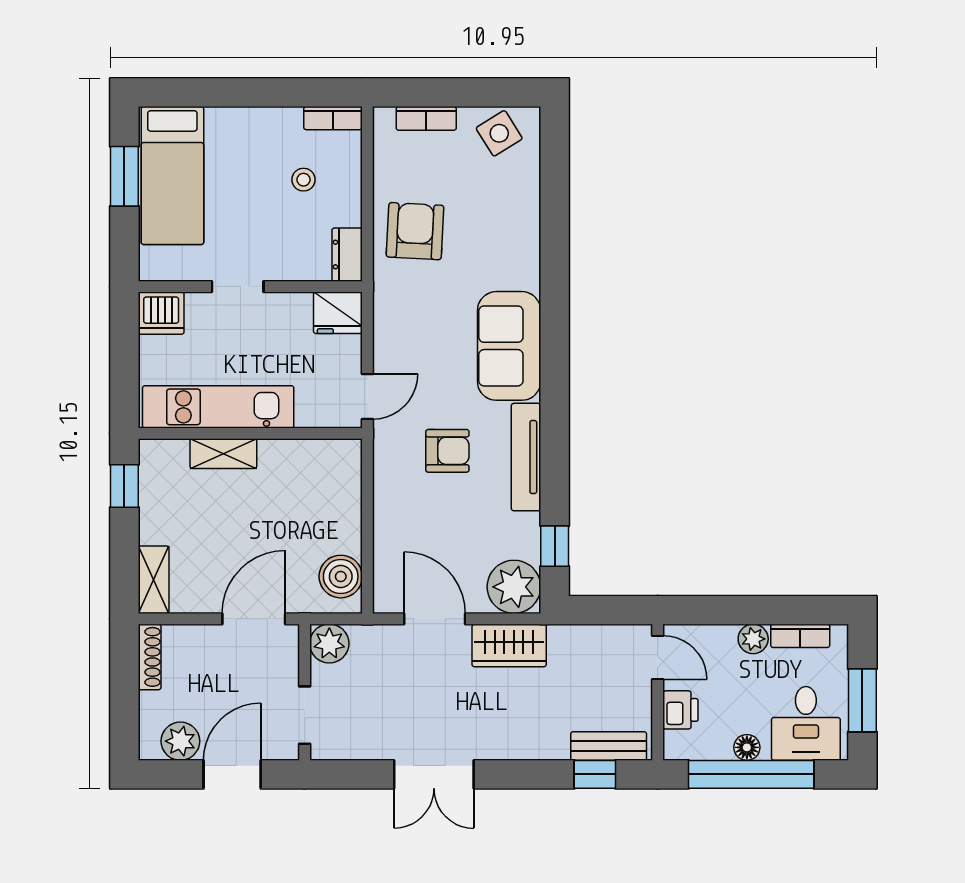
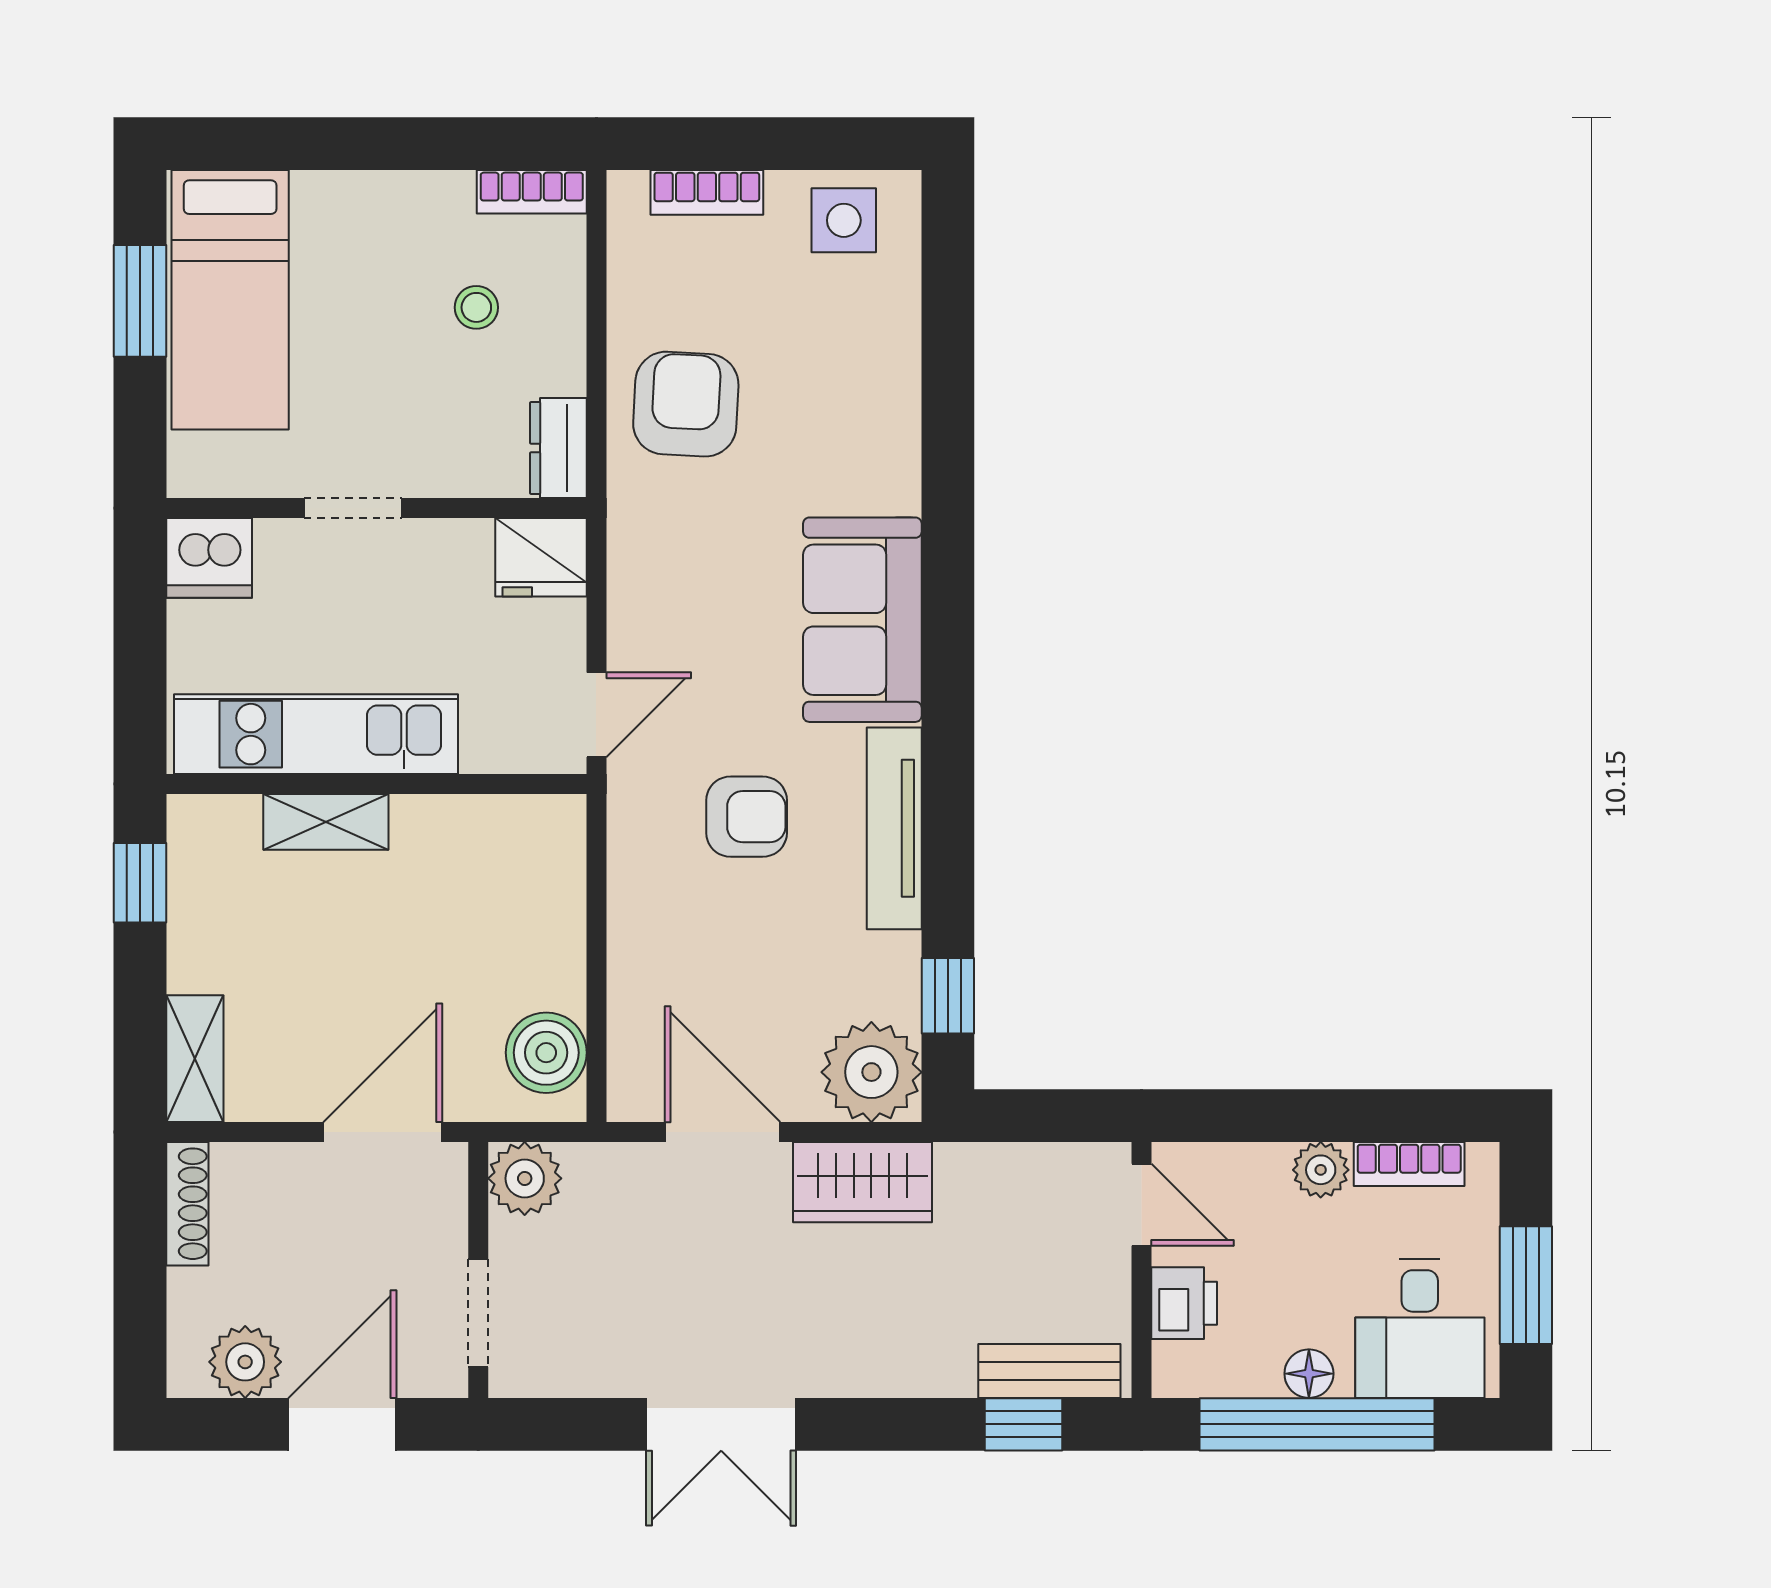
side table: (499, 133) -> (844, 220), turned 32

